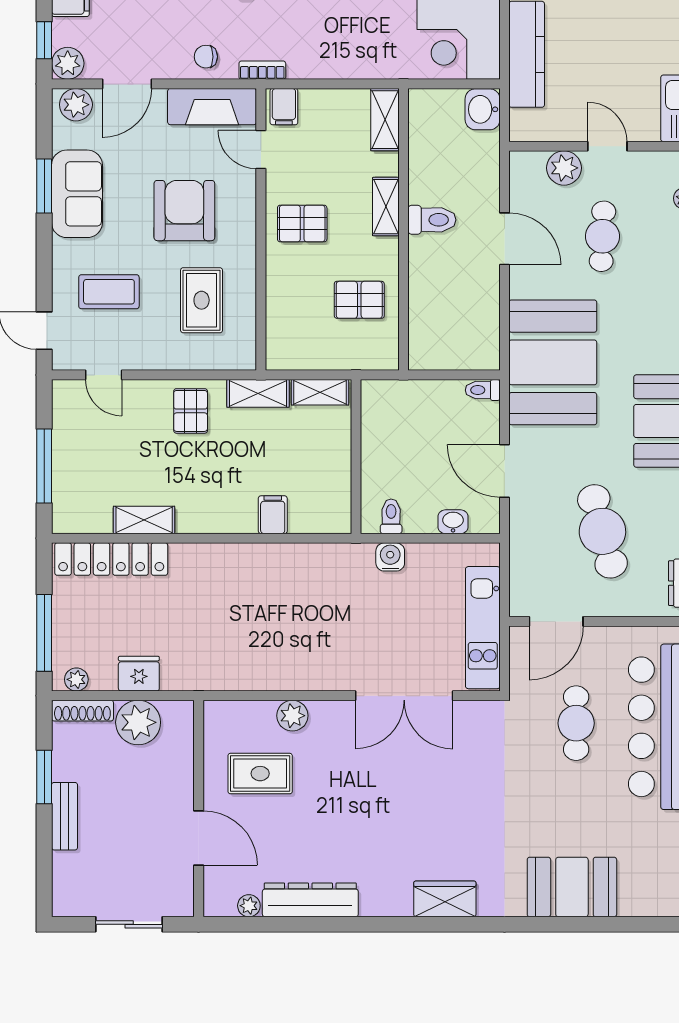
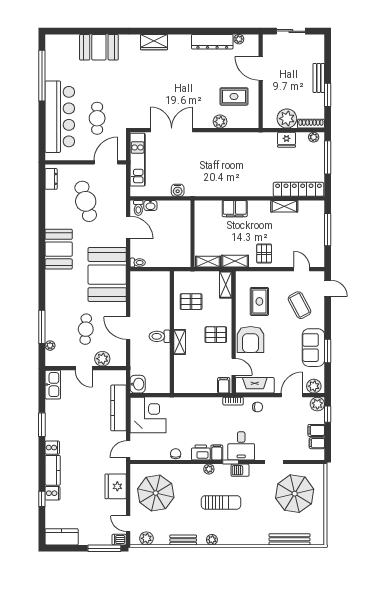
shelving: (385, 120) -> (226, 285), moved
armchair: (184, 211) -> (251, 339), moved
coffee table: (109, 292) -> (299, 305), turned 62
filing cabinet: (273, 515) -> (235, 209), width x2.00
toilet: (391, 516) -> (138, 208), moved

